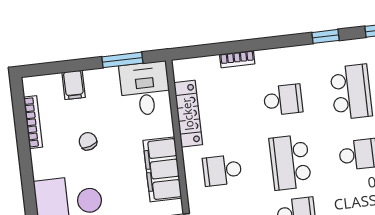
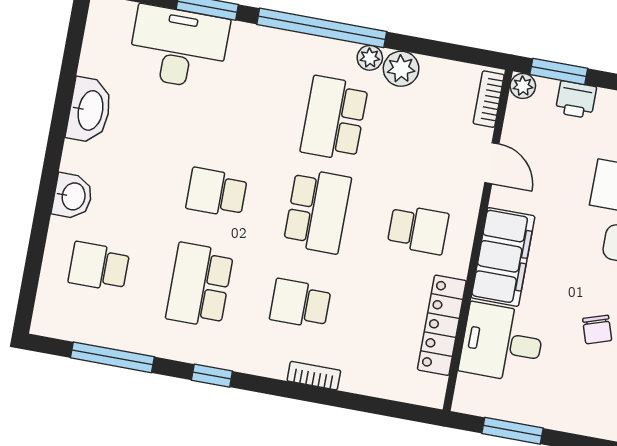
bookcase: (237, 59) -> (314, 376), moved
filing cabinet: (74, 85) -> (593, 416), removed
desk: (145, 89) -> (502, 343), moved, turned 90

